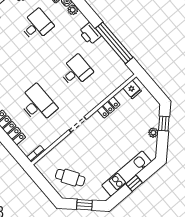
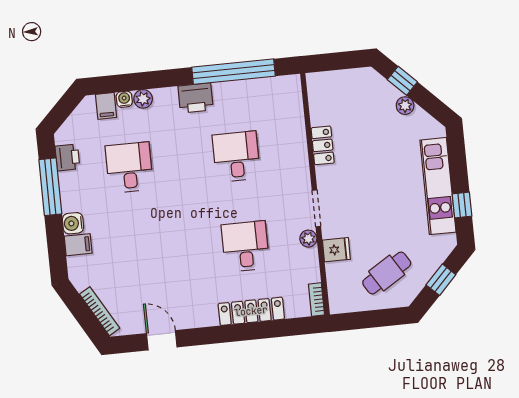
fridge: (132, 89) -> (336, 250), moved
desk: (37, 104) -> (245, 246), width x0.73
plant: (61, 131) -> (308, 239), added
window: (134, 183) -> (462, 205), moved

